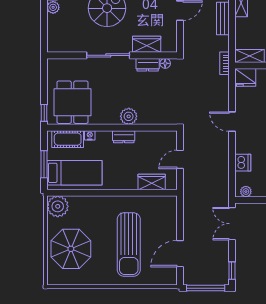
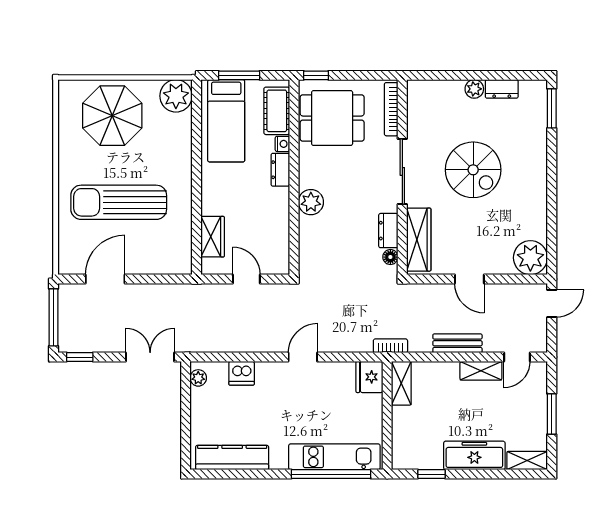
wardrobe: (147, 44) -> (419, 240), width x1.50
bookcase: (67, 63) -> (391, 109), added
dresser: (124, 137) -> (280, 170), moved
door: (180, 254) -> (105, 279), hinge flipped

